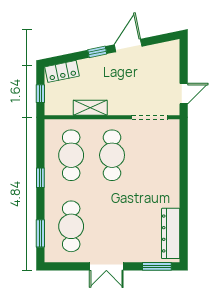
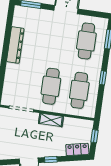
shelving: (90, 108) -> (51, 120), moved
dresser: (171, 233) -> (15, 45), moved

